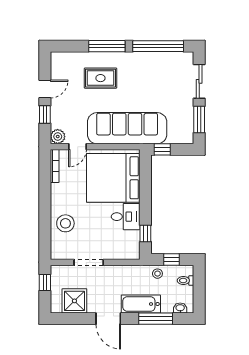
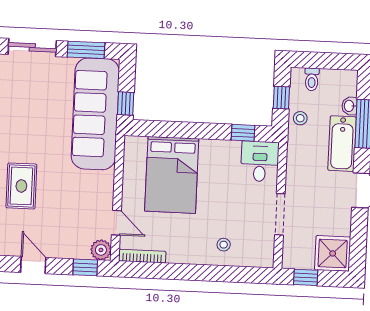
window: (45, 114) -> (85, 267), moved
sofa: (127, 128) -> (95, 114), moved
bed: (113, 178) -> (172, 175), width x0.73
desk: (126, 217) -> (260, 161), moved
stool: (65, 223) -> (224, 245), width x0.53, depth x0.53
shower: (74, 301) -> (333, 253), moved
washbasin: (180, 308) -> (349, 106), moved

